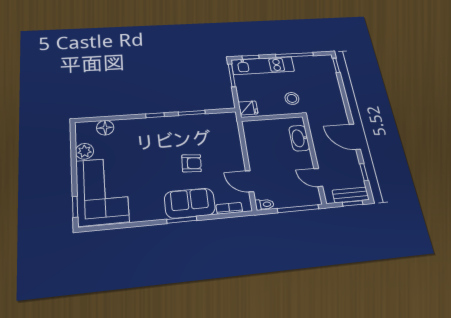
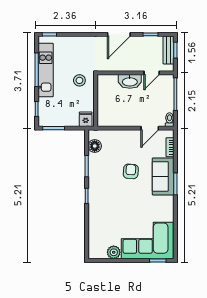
kitchen unit: (263, 66) -> (46, 70), moved
floor lamp: (105, 128) -> (95, 146), moved
washbasin: (299, 138) -> (130, 81), moved

